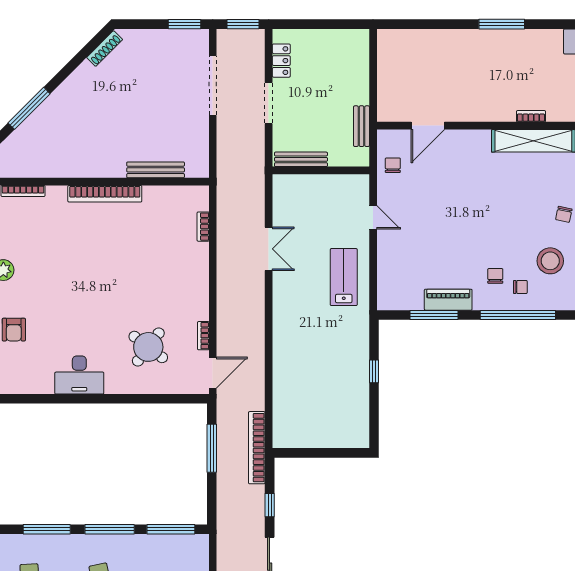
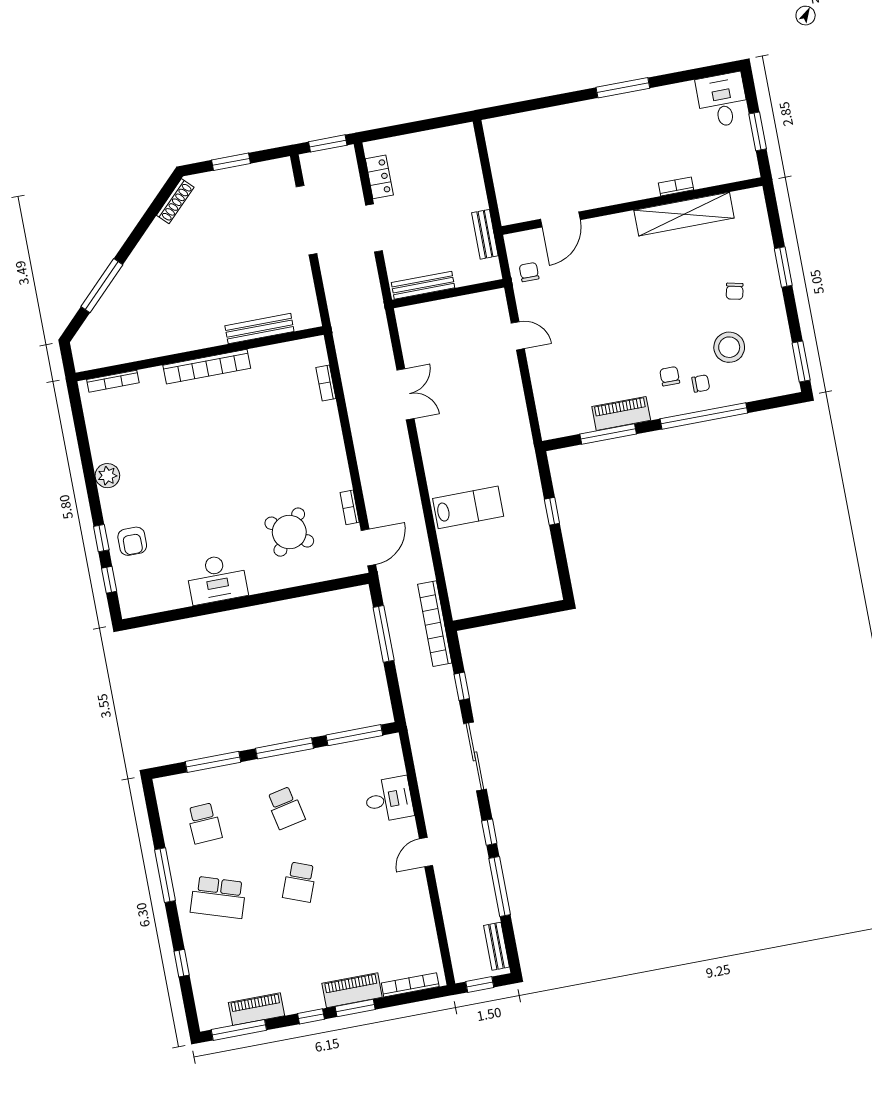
window: (185, 24) -> (231, 162), moved
lab bench: (344, 277) -> (468, 507), moved, turned 90

